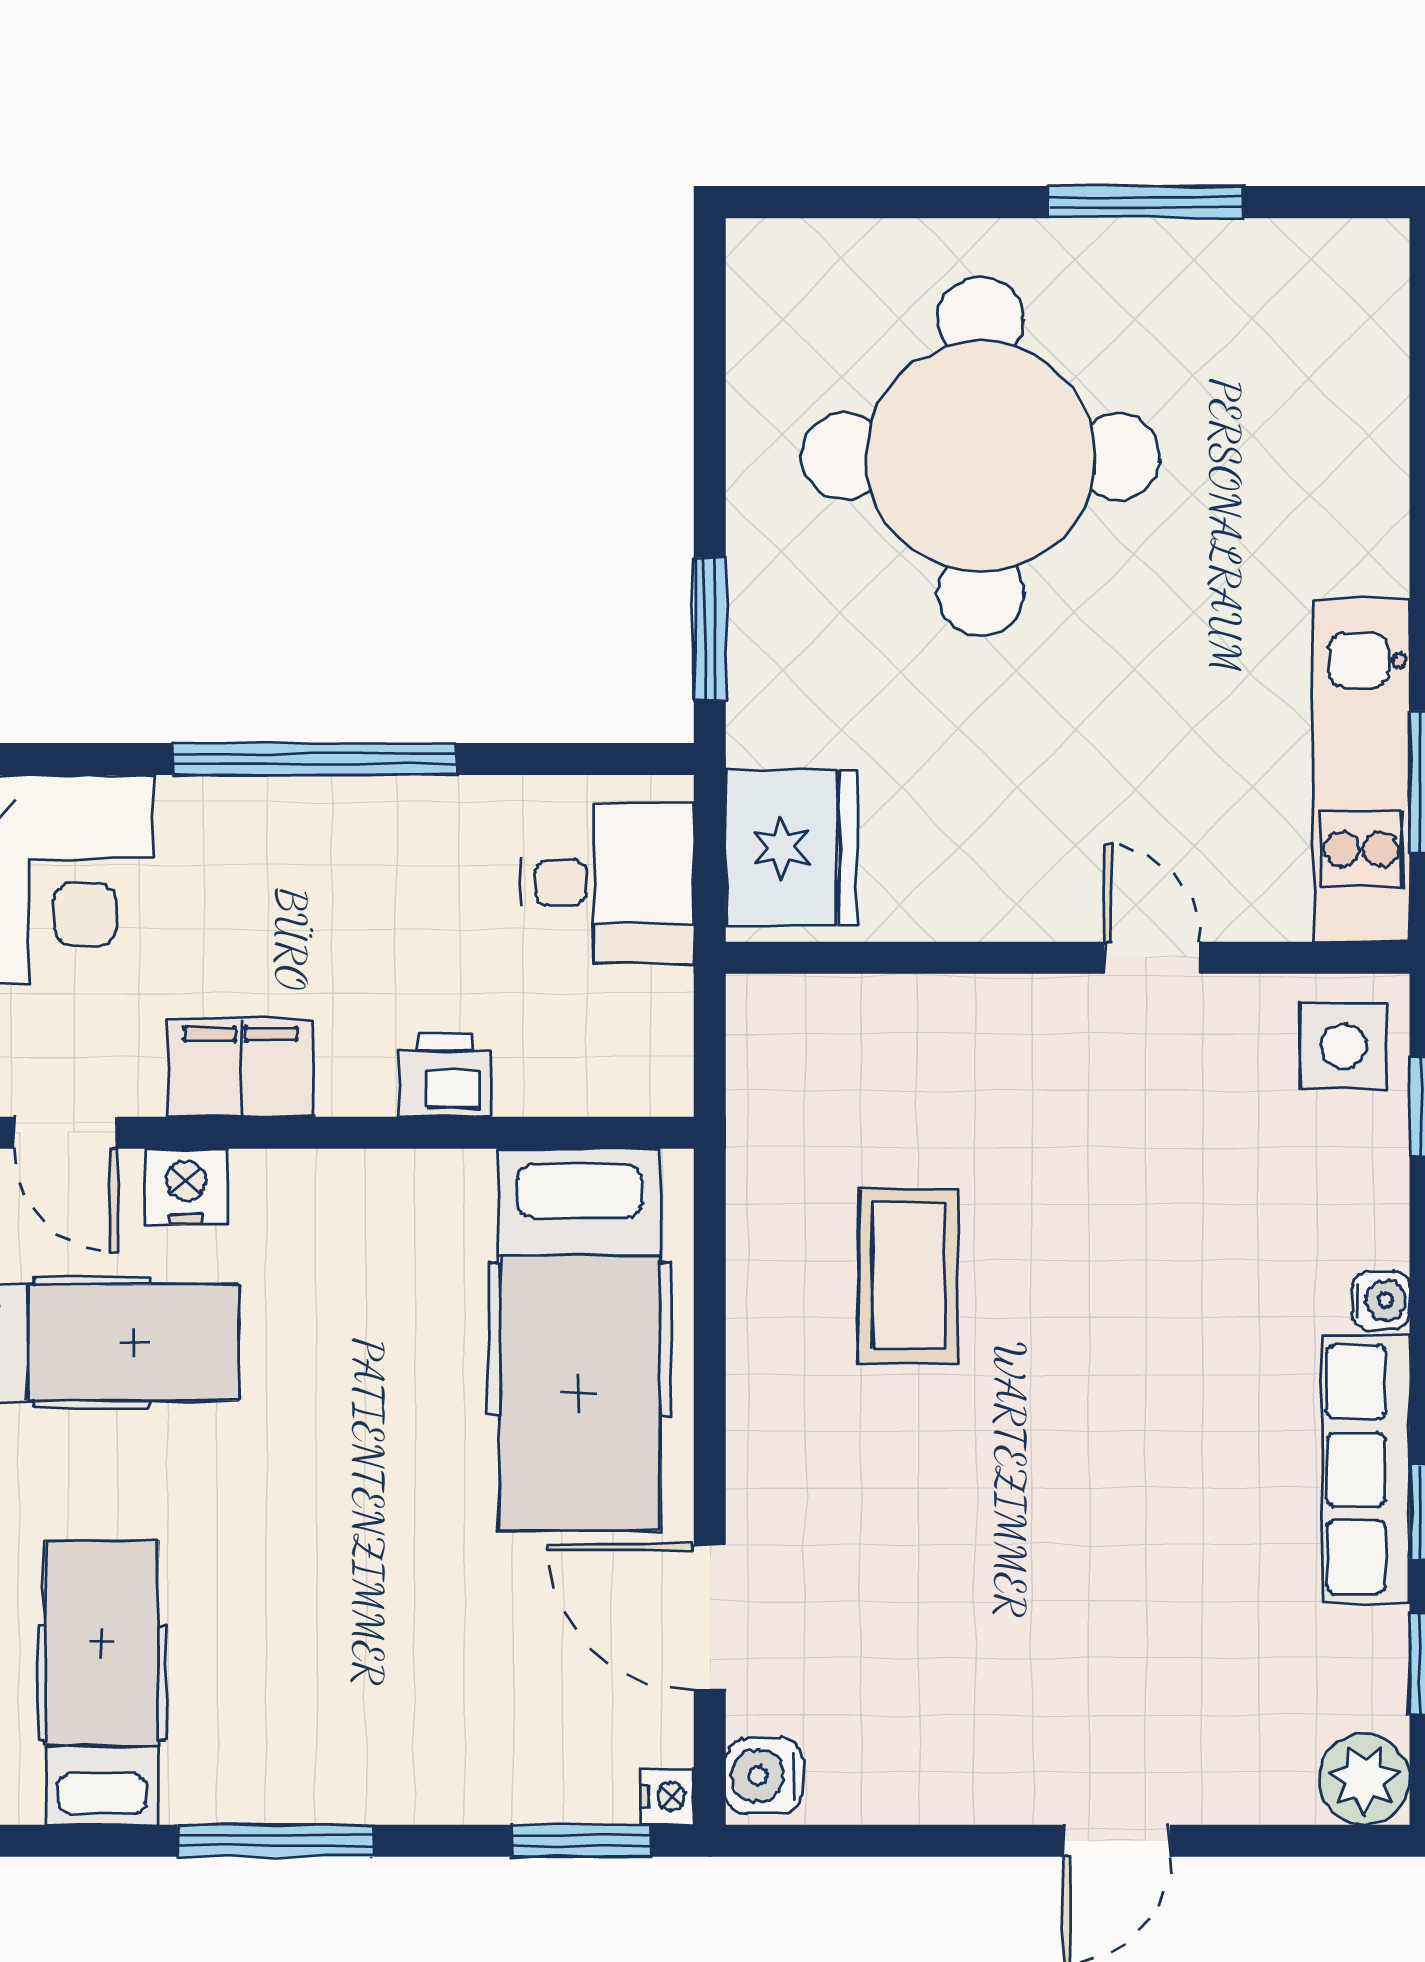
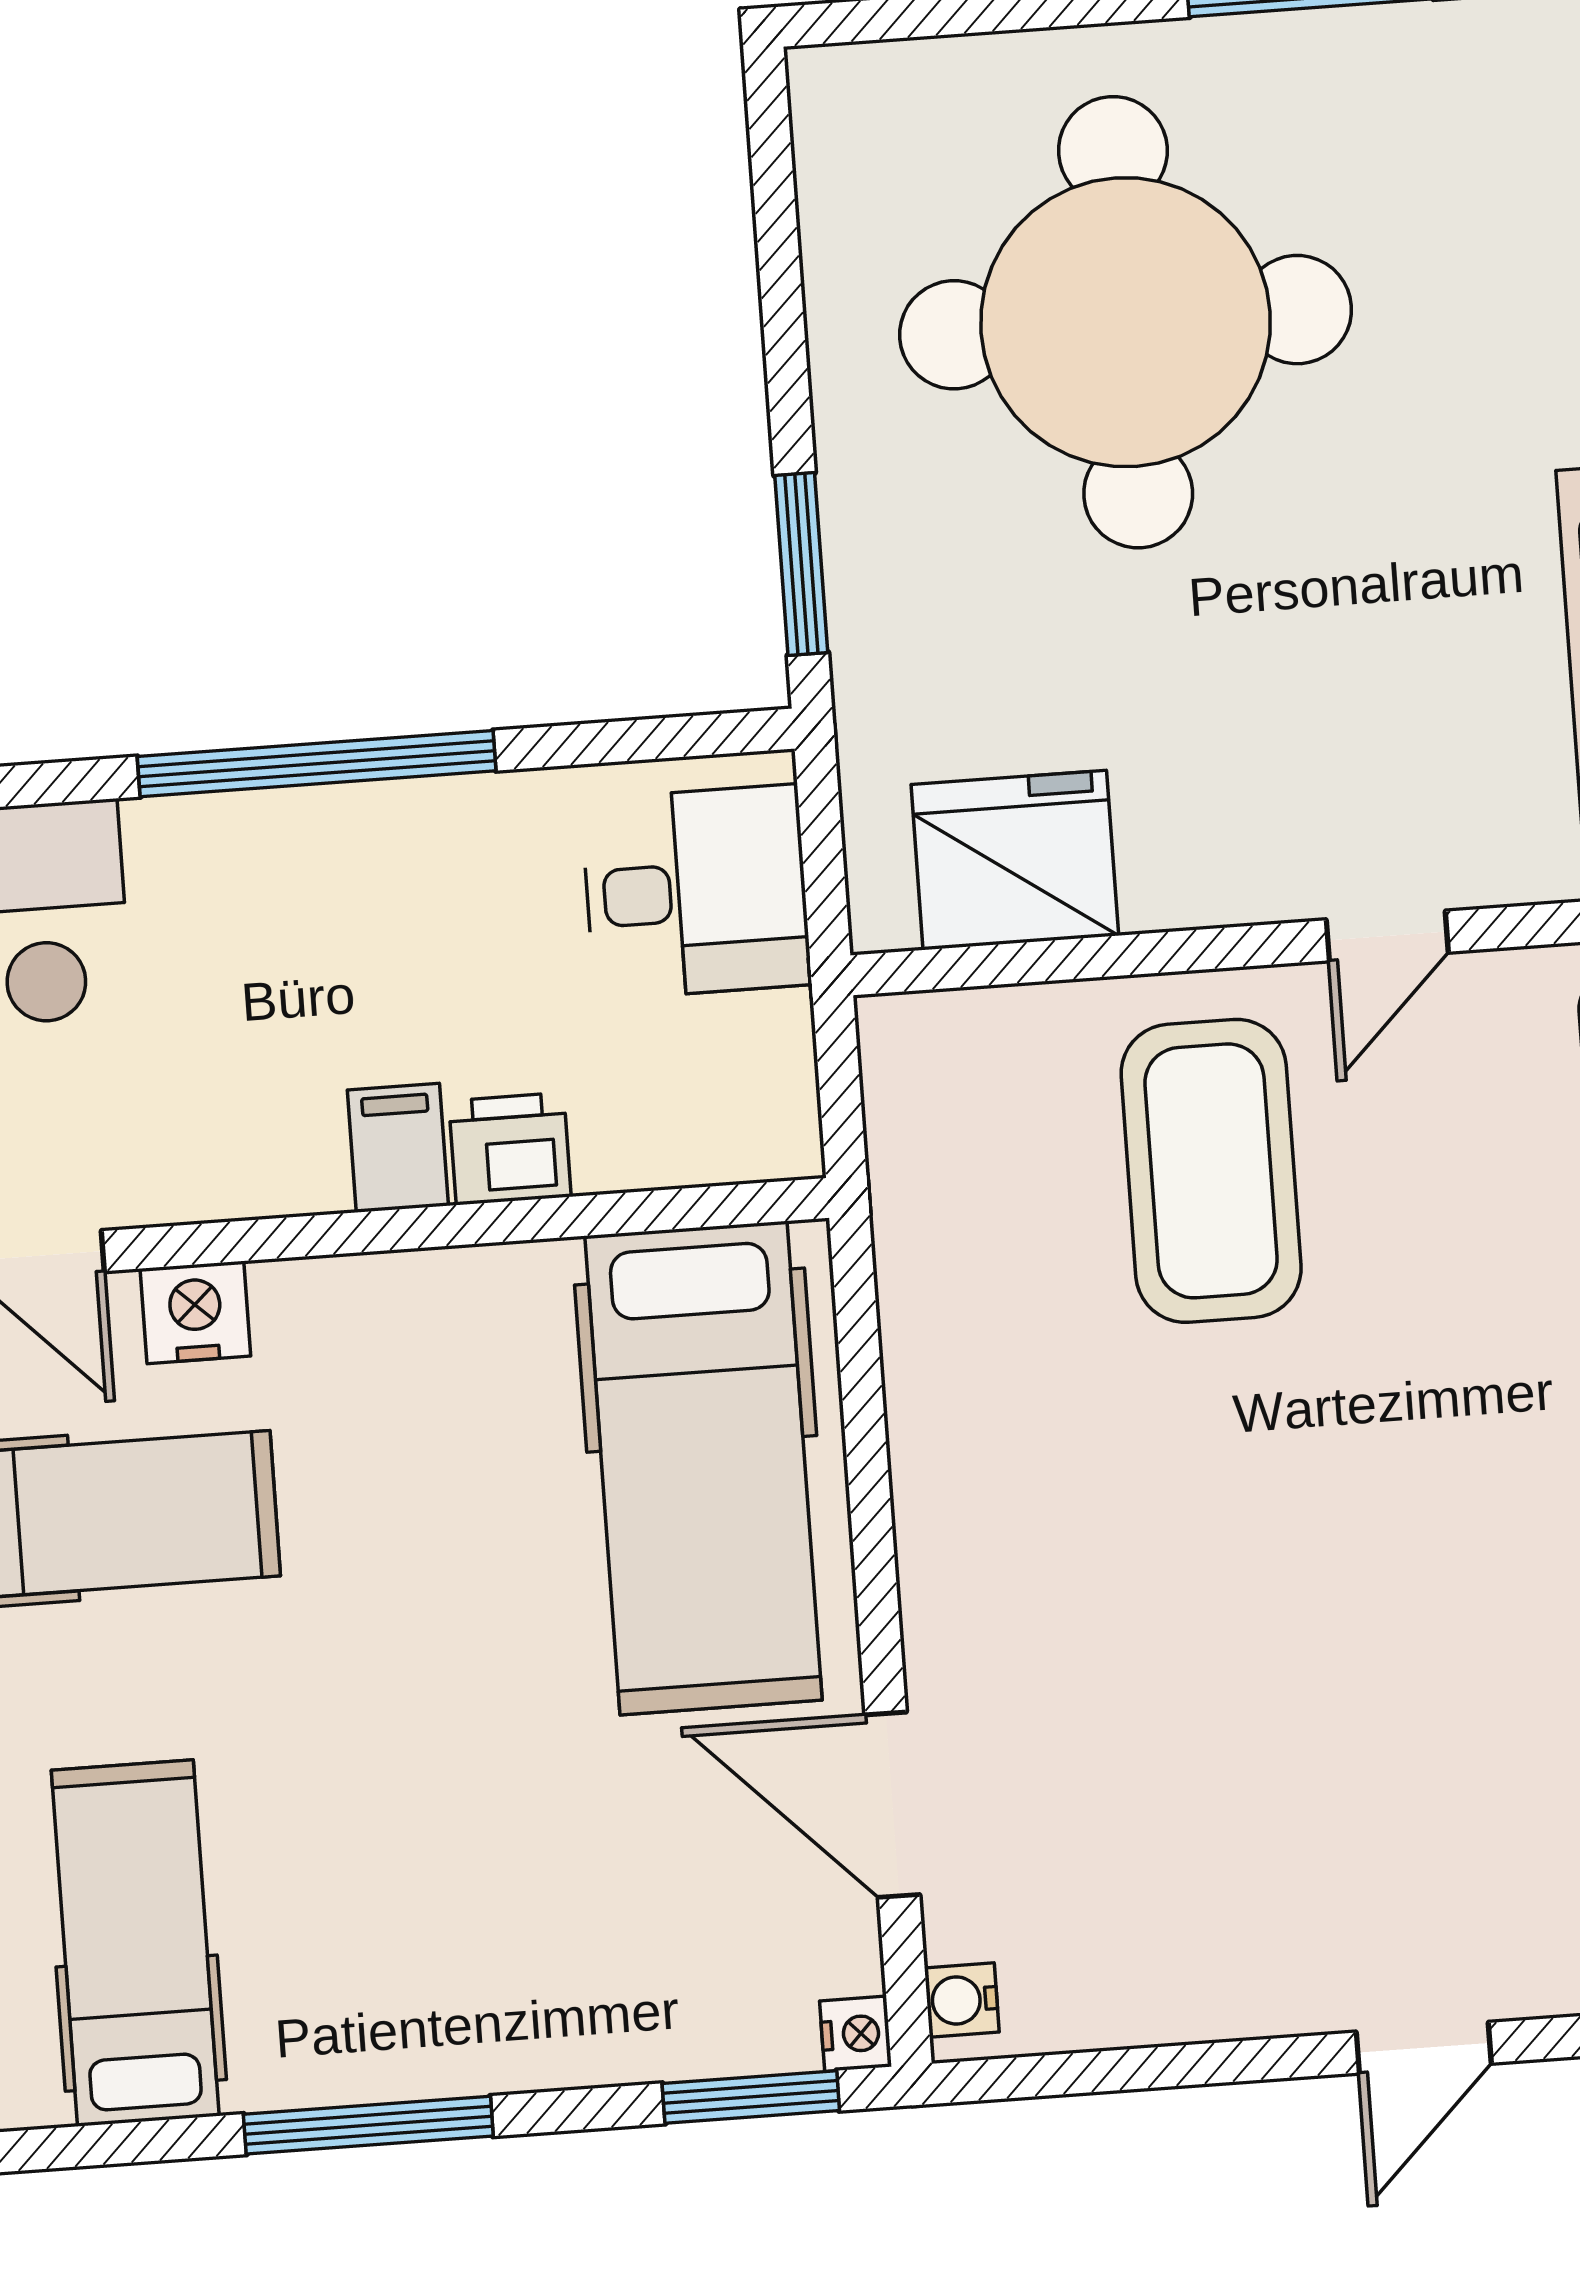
fridge: (792, 848) -> (1015, 860), moved, turned -90
door: (1152, 958) -> (1387, 936), swing flipped
filing cabinet: (241, 1068) -> (398, 1148), moved, width x0.50
coffee table: (909, 1276) -> (1211, 1171), moved, width x1.36, depth x1.32
water cooler: (764, 1776) -> (962, 2000), width x0.72, depth x0.72

